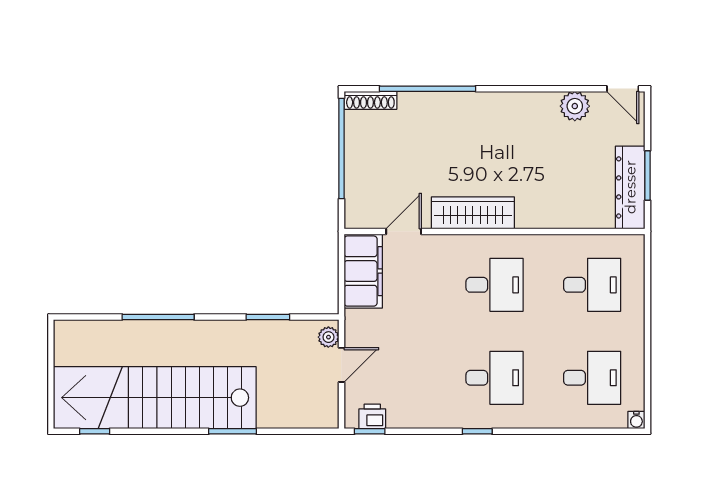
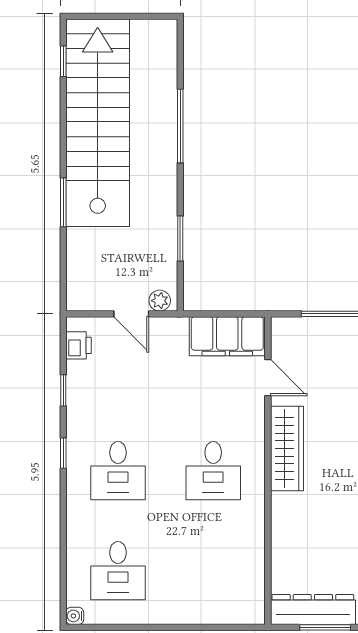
desk: (592, 285) -> (213, 571), removed
window: (370, 431) -> (63, 390), moved

